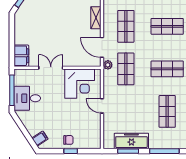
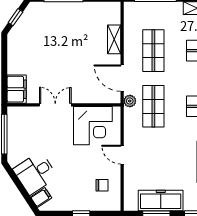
desk: (27, 98) -> (35, 173), moved, turned -33
chair: (68, 140) -> (102, 185), moved

